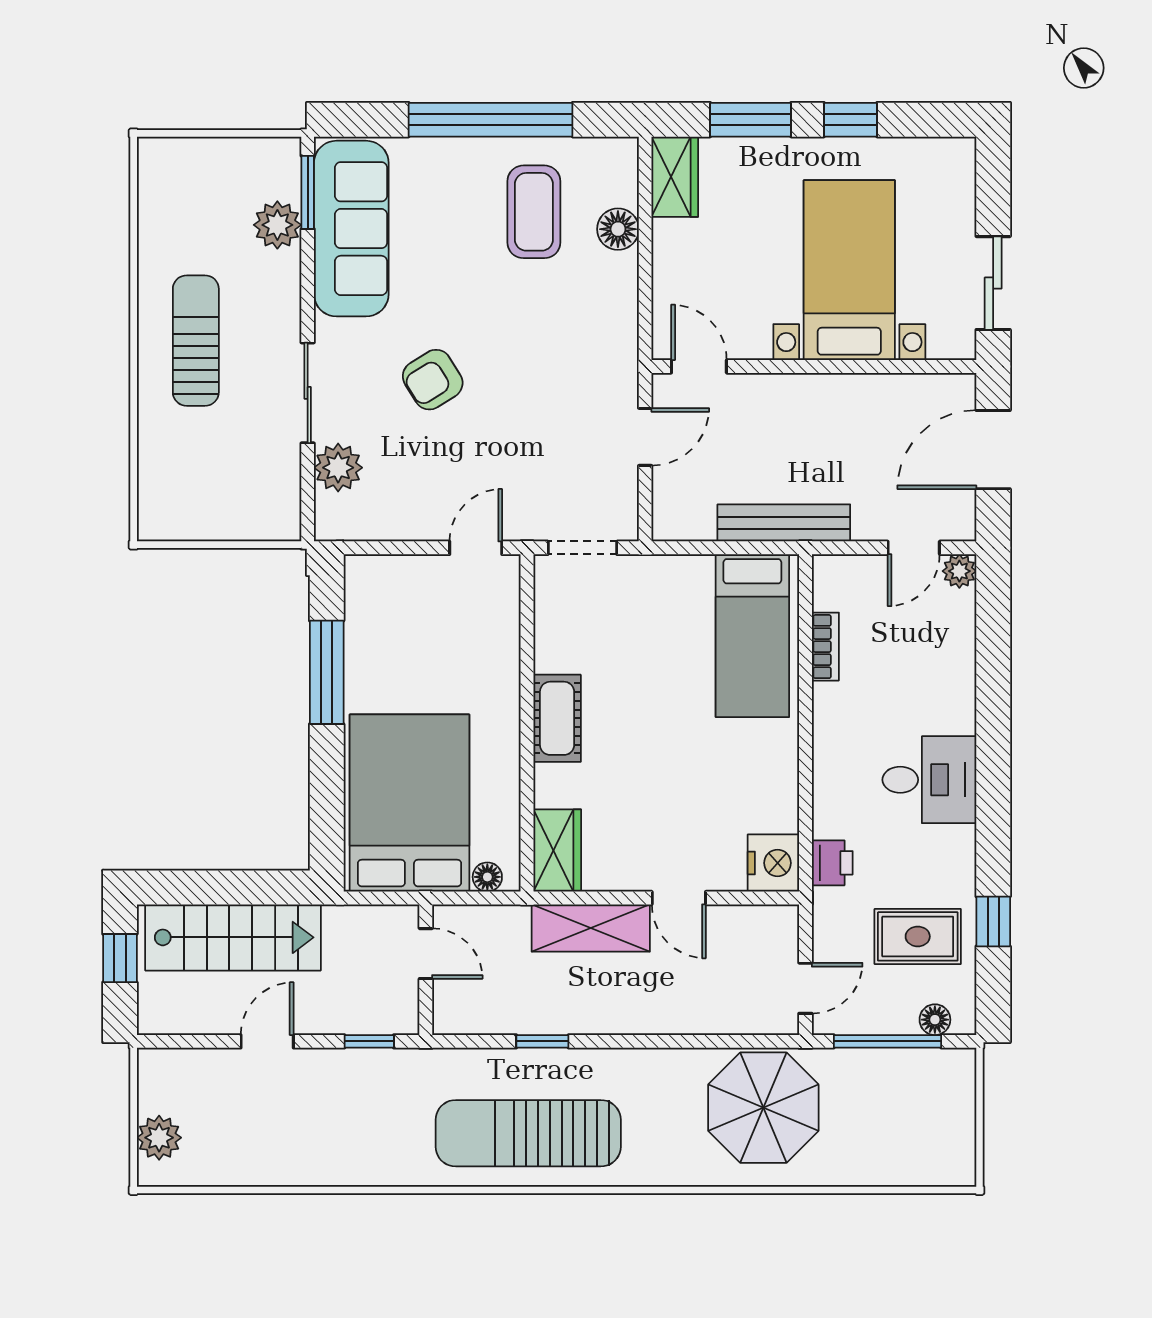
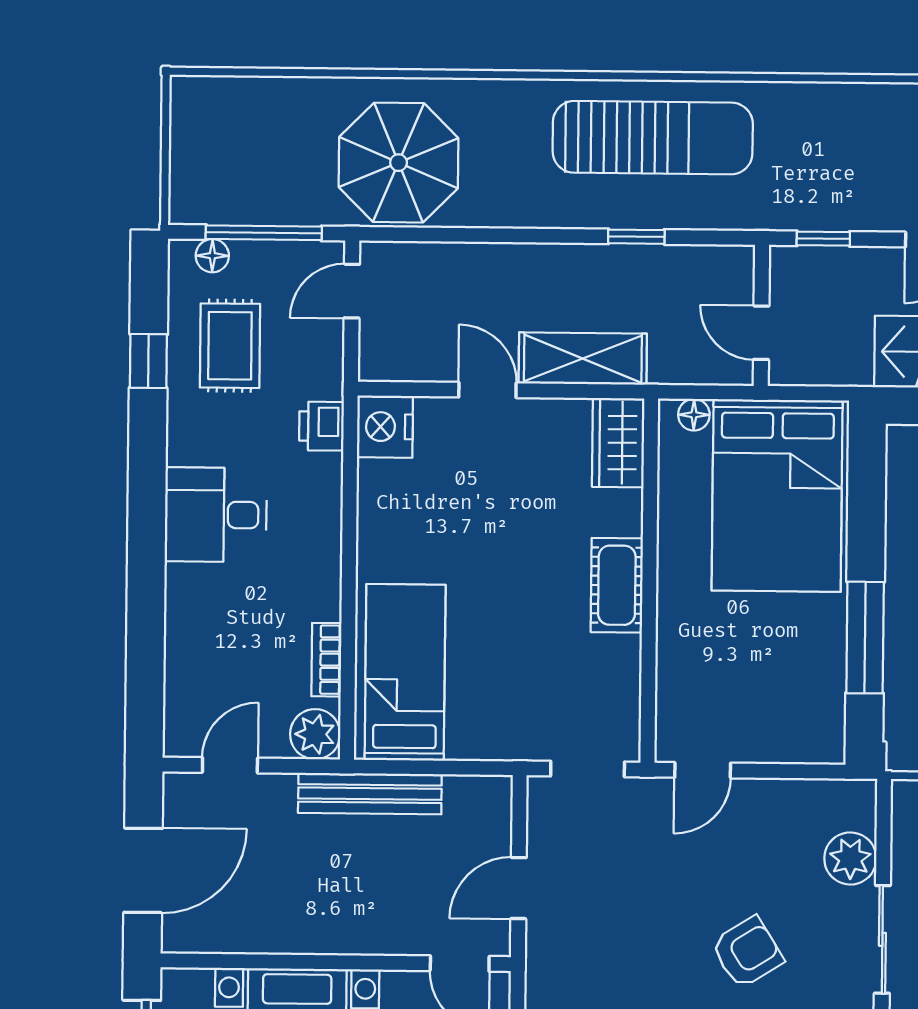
plant: (959, 571) -> (315, 734), moved, width x1.38, depth x1.38
rug: (918, 936) -> (230, 346), turned 90

